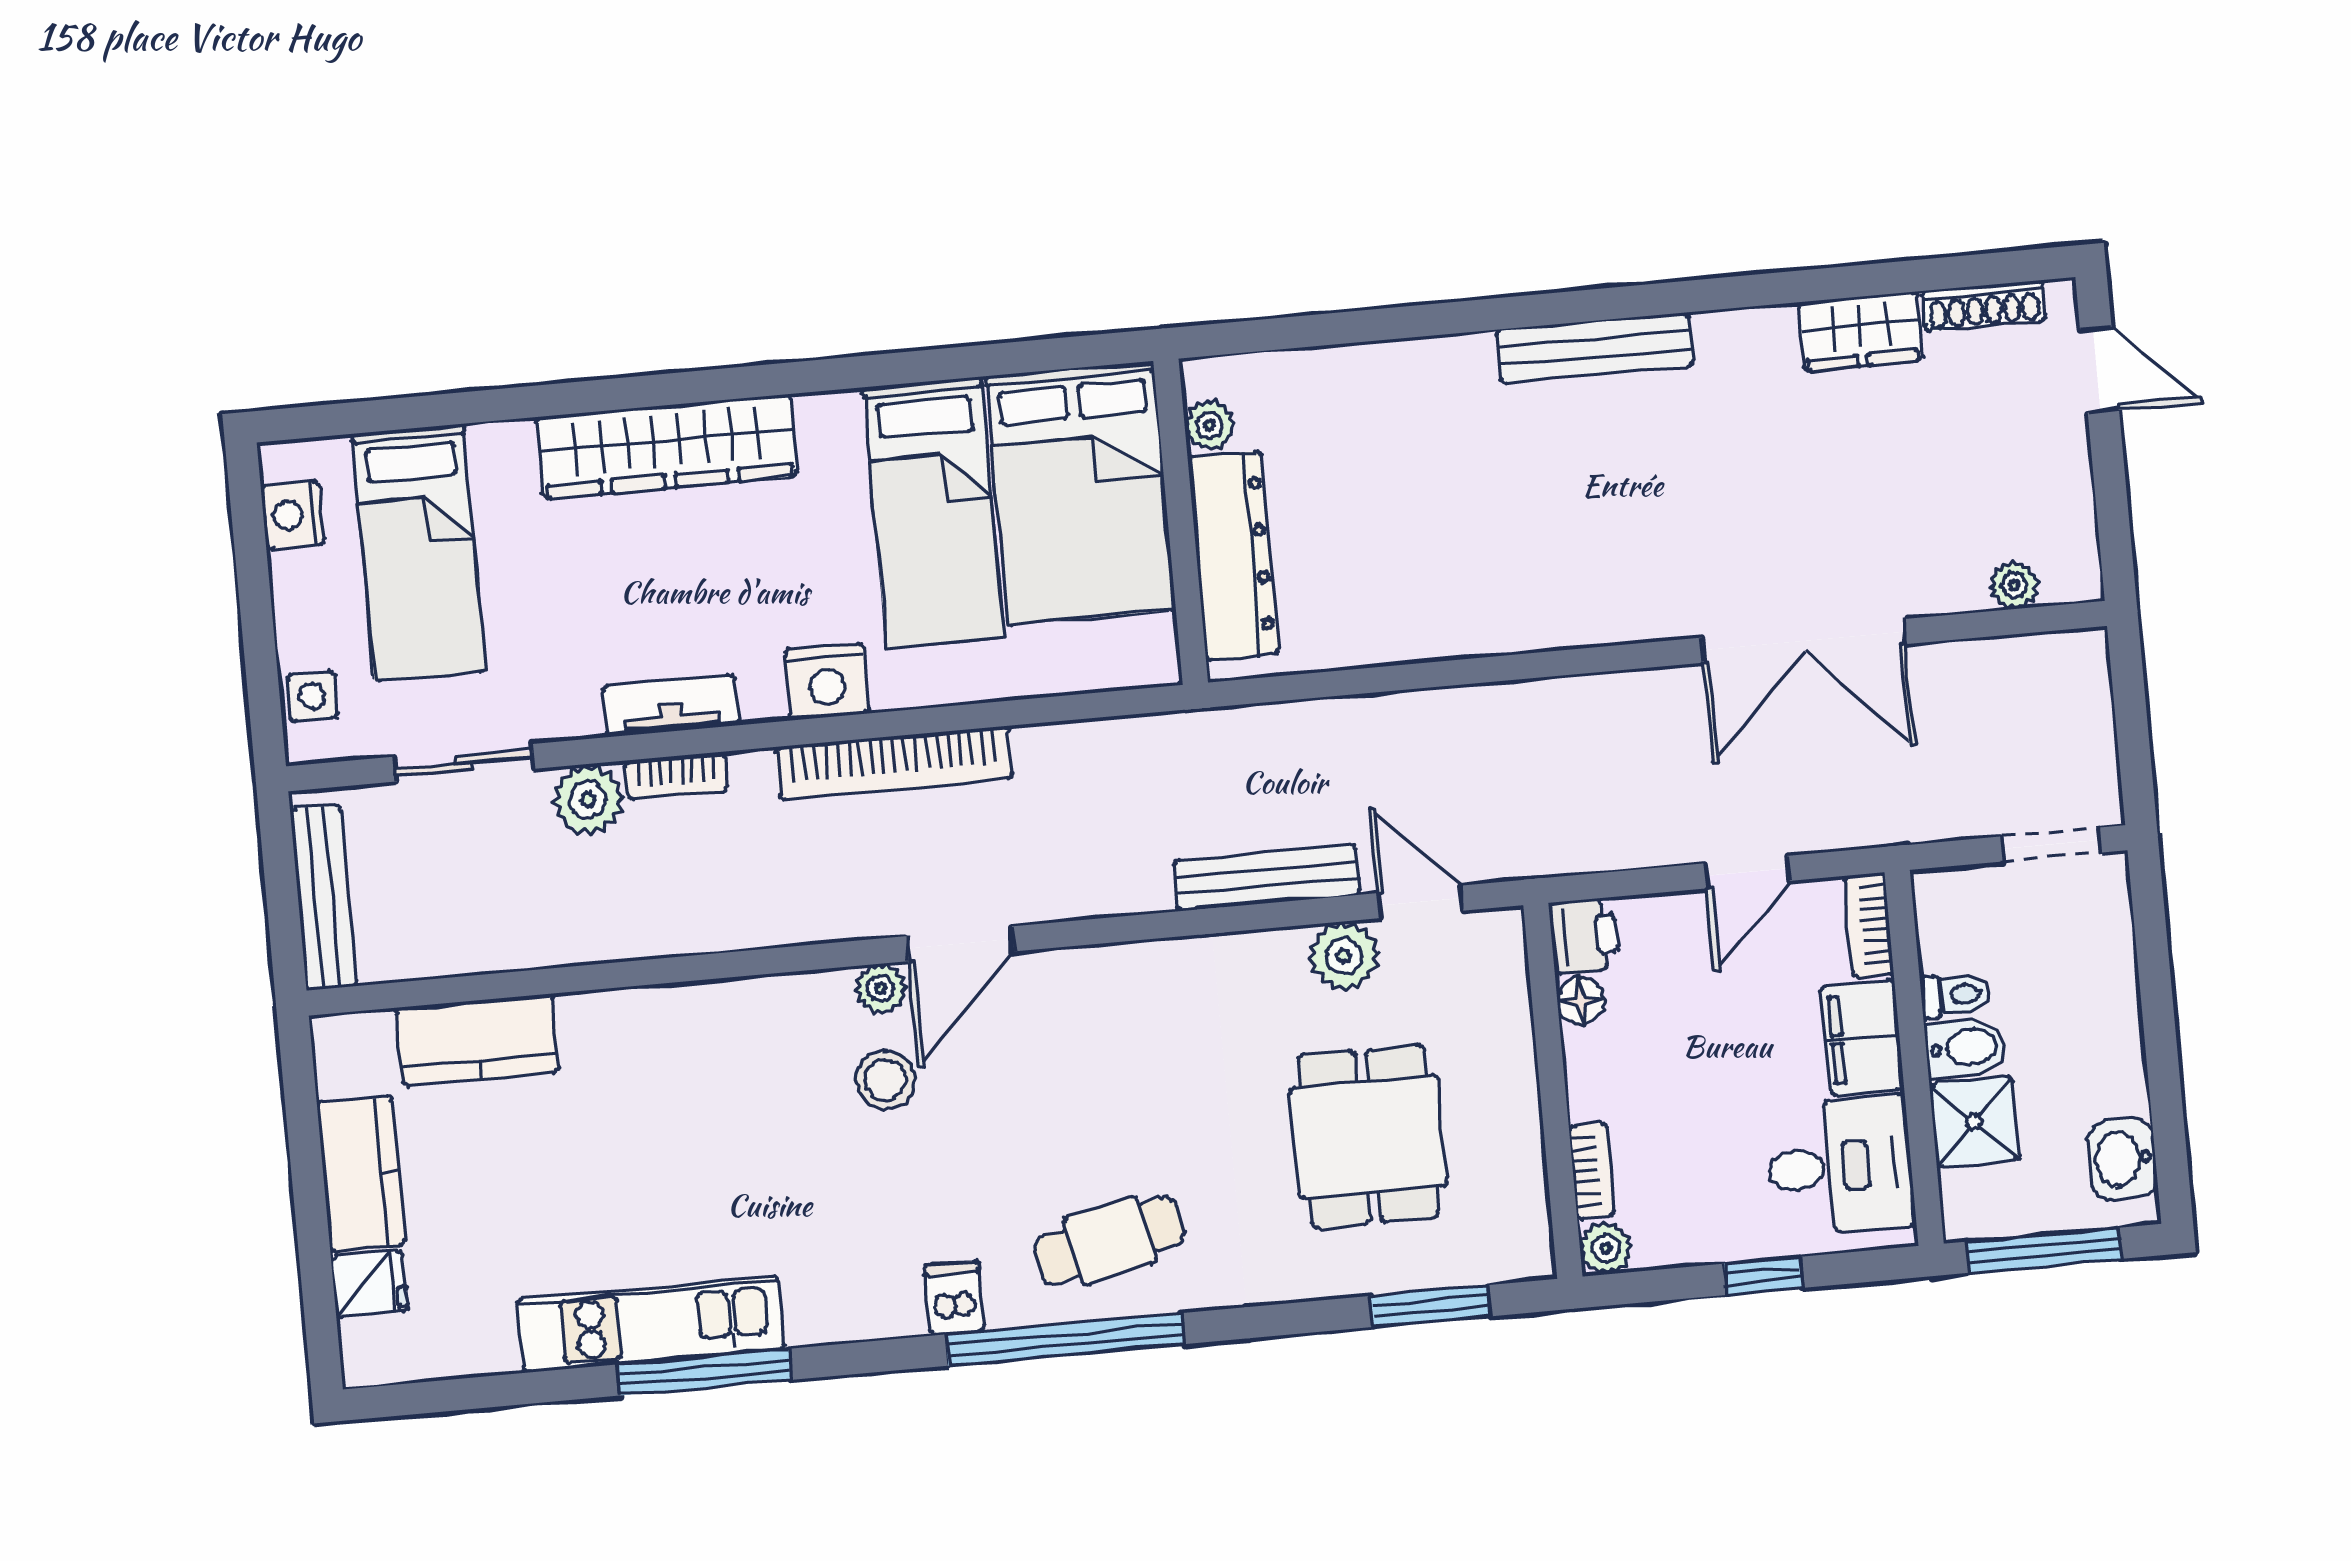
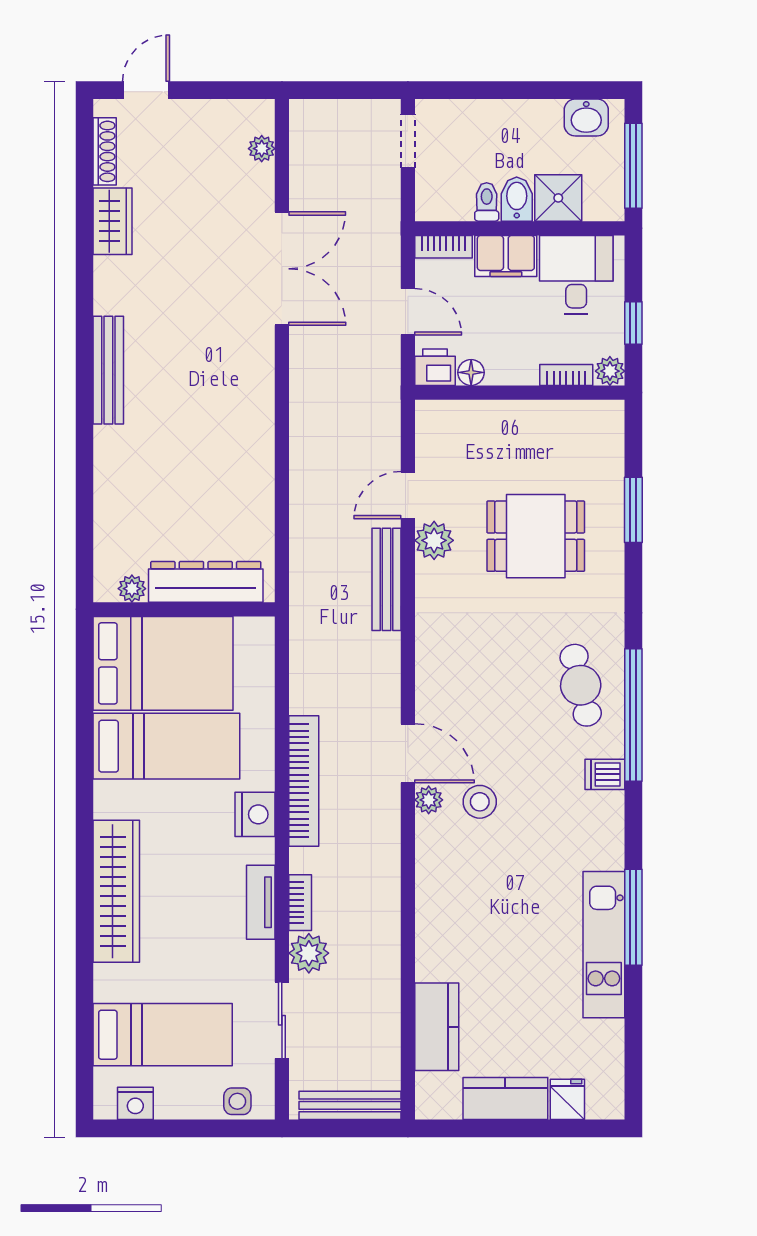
printer: (1584, 936) -> (435, 367), moved
floor lamp: (1581, 1001) -> (471, 372), moved
wall: (1553, 1091) -> (520, 393), moved
bookcase: (1592, 1171) -> (566, 375), moved
plant: (1606, 1248) -> (610, 371), moved

